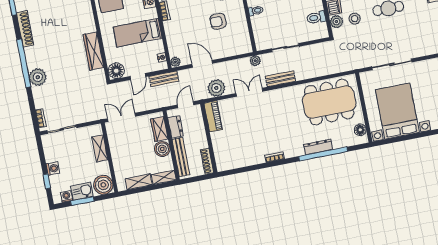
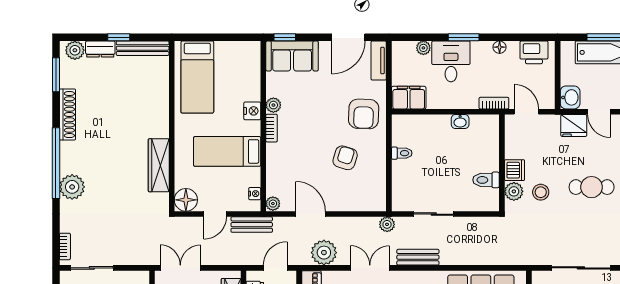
armchair: (218, 21) -> (345, 158), turned 107

